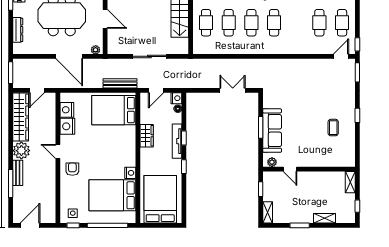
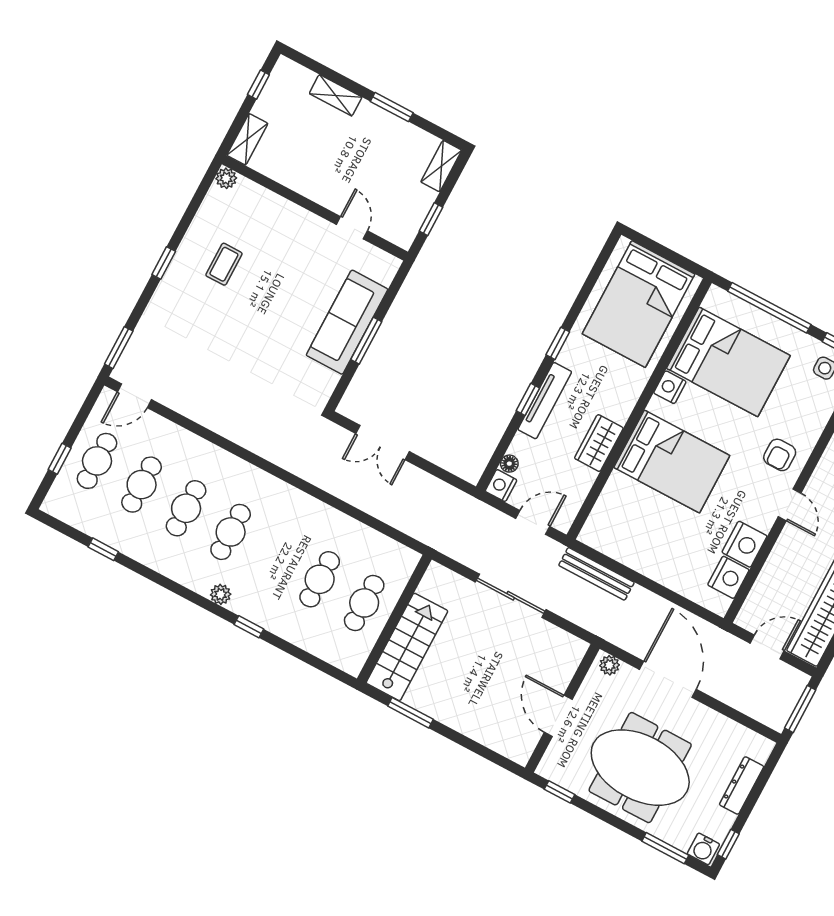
cafe table: (251, 23) -> (186, 508), moved
window: (357, 44) -> (60, 459), moved
bed: (114, 110) -> (672, 462), moved
plant: (272, 162) -> (226, 178), moved

